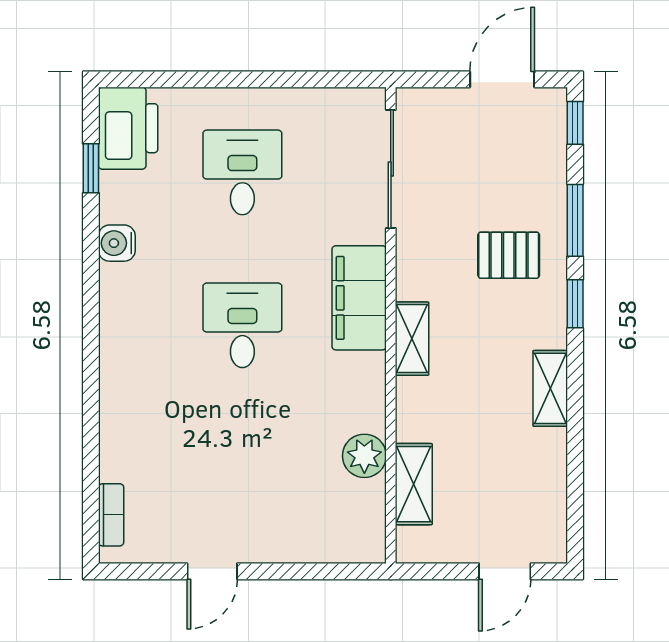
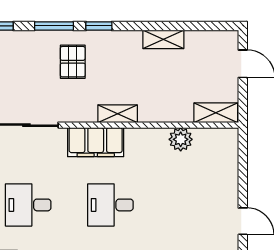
shelving: (550, 388) -> (163, 39), moved
shelving: (414, 484) -> (216, 113), moved

